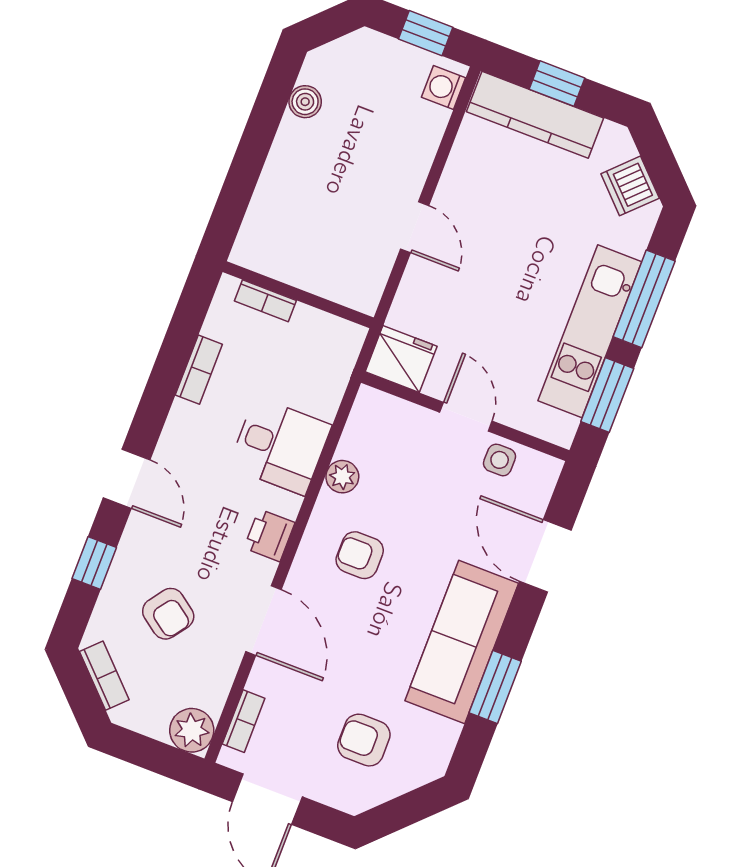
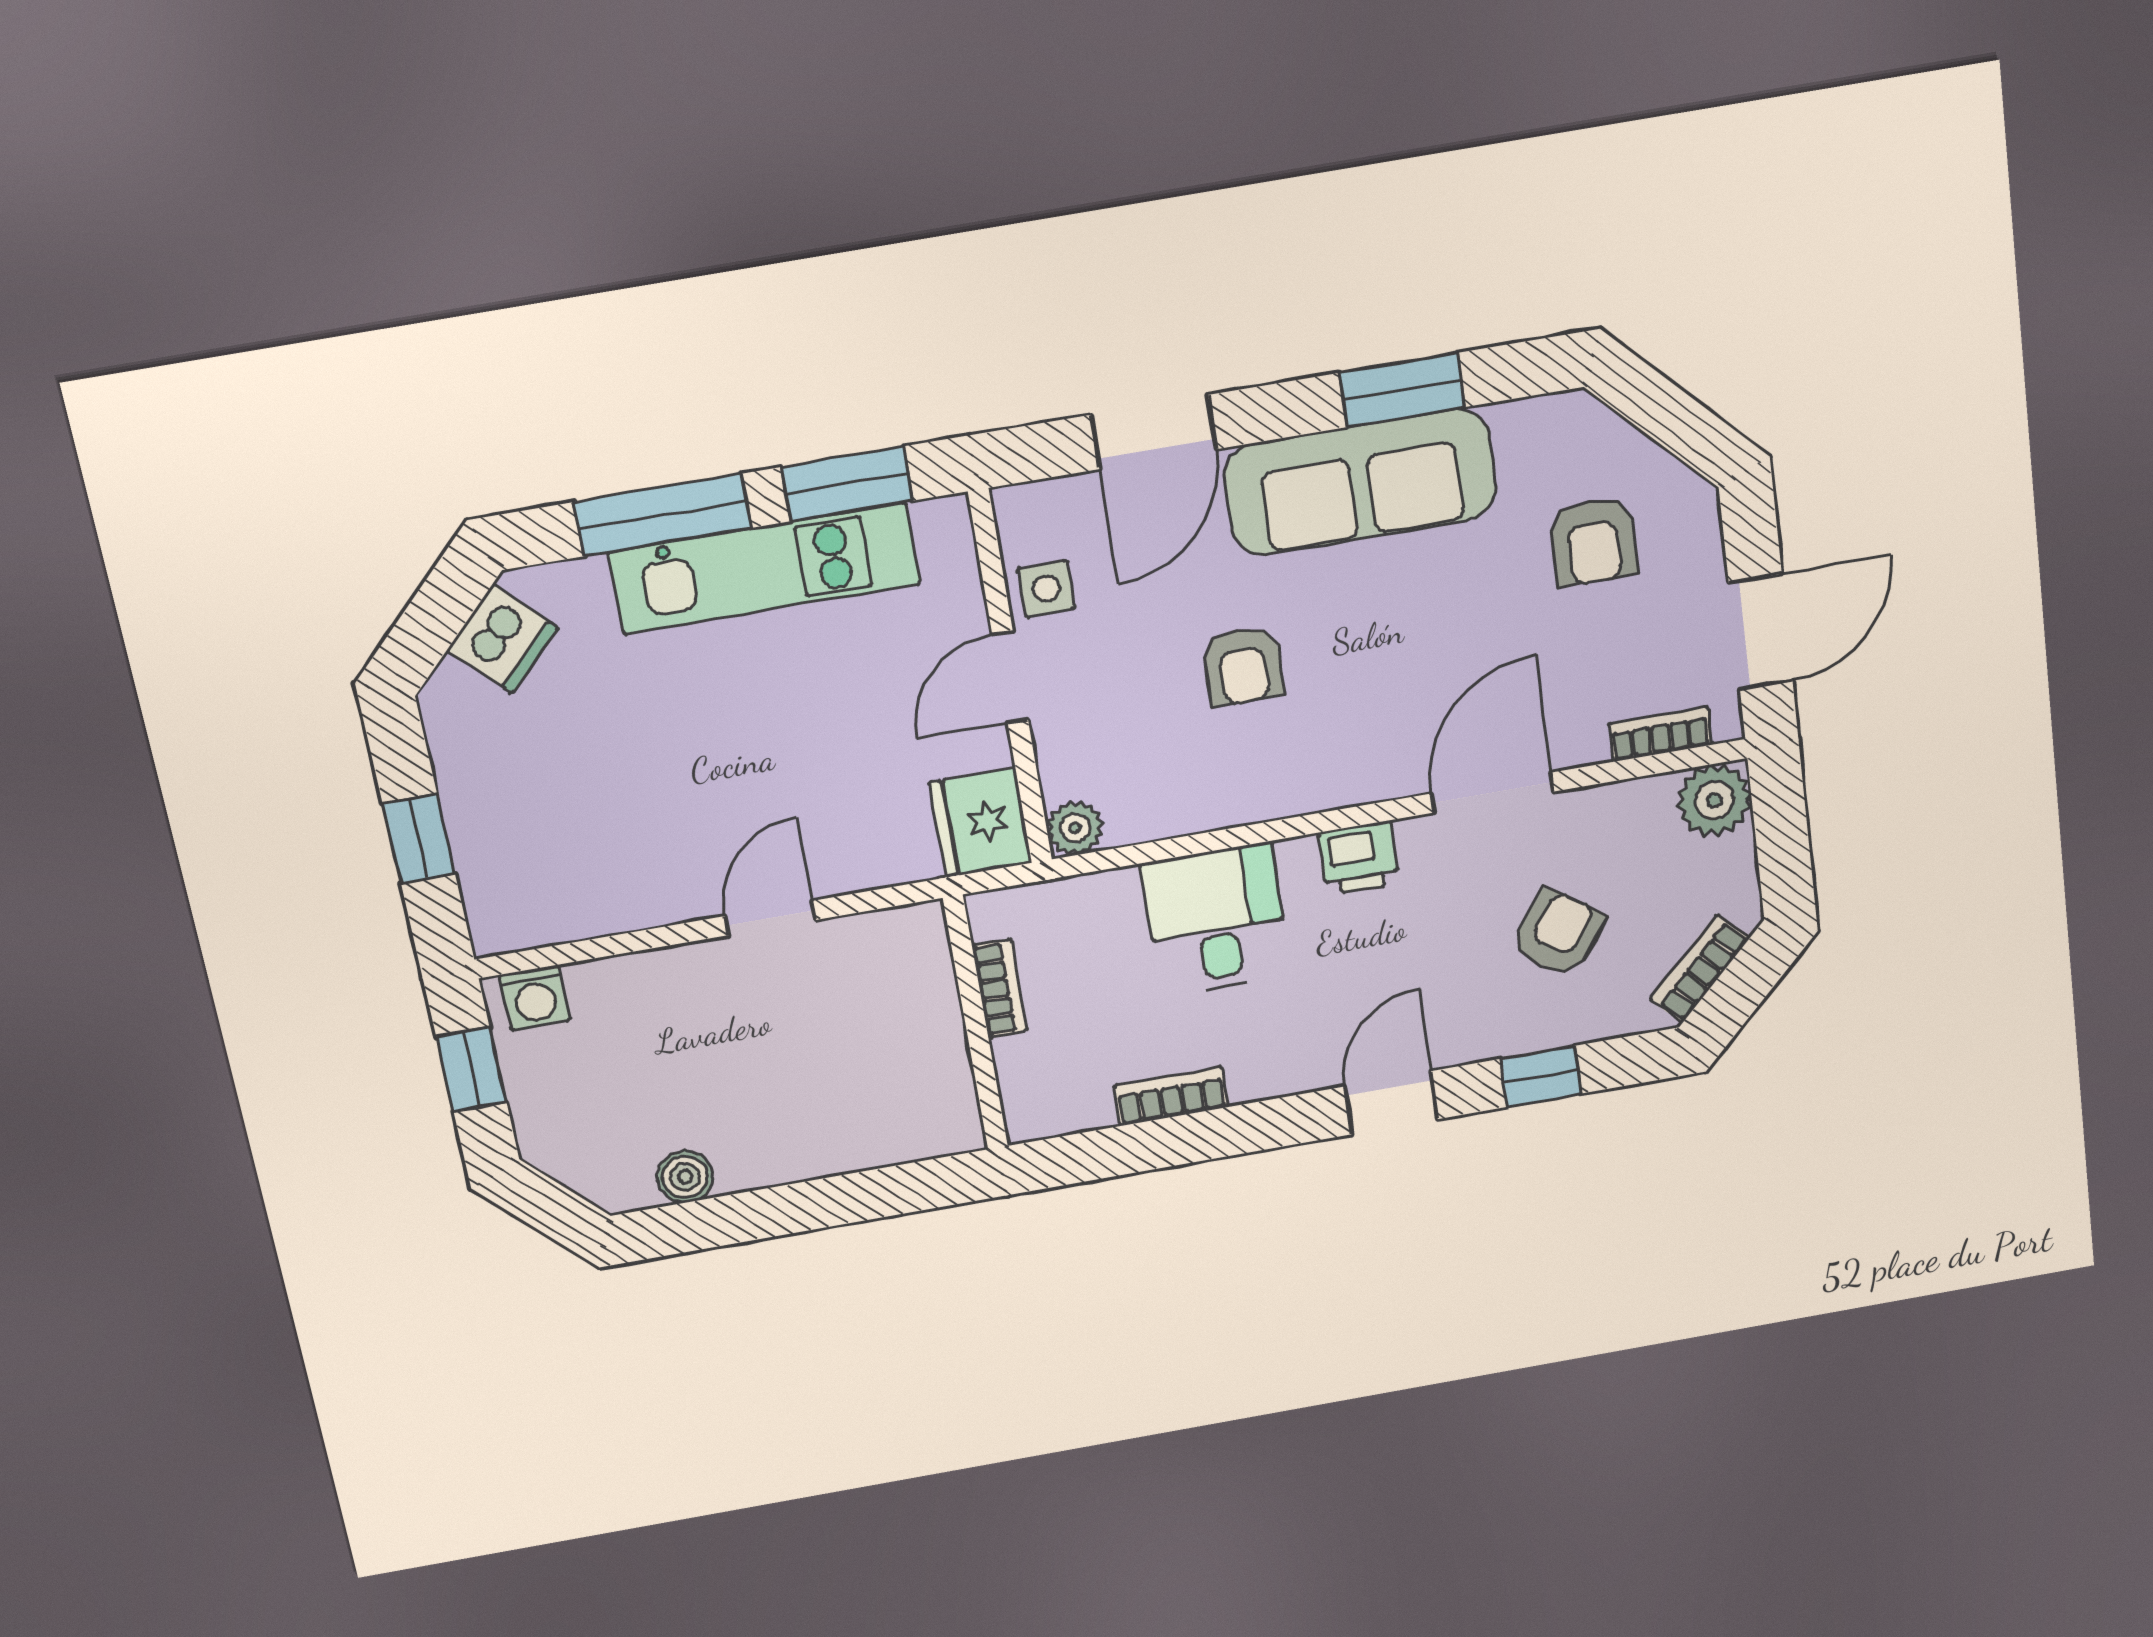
kitchen counter: (535, 115) -> (488, 843), removed
bookcase: (265, 301) -> (1000, 988), moved
plant: (342, 477) -> (1075, 828), moved
armchair: (360, 555) -> (1243, 666), moved

